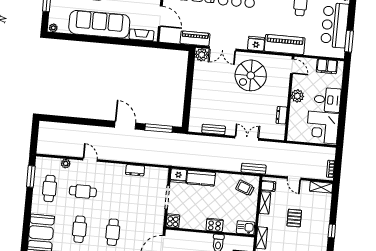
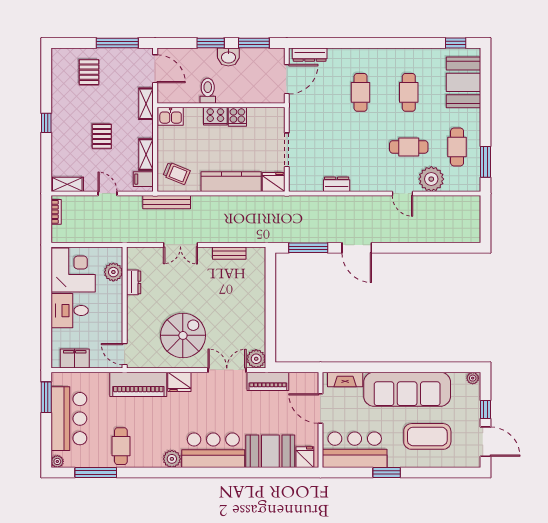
plant: (297, 96) -> (113, 272), moved
plant: (66, 164) -> (431, 179), width x1.87, depth x1.87
bench: (254, 169) -> (167, 202), width x1.36
kitchen counter: (201, 178) -> (231, 182), width x1.50
cooker: (173, 221) -> (237, 117), moved

